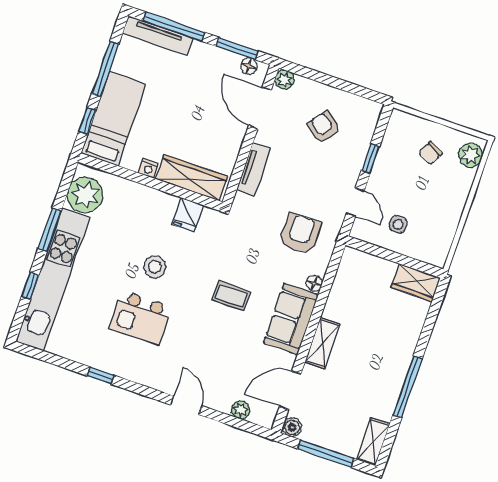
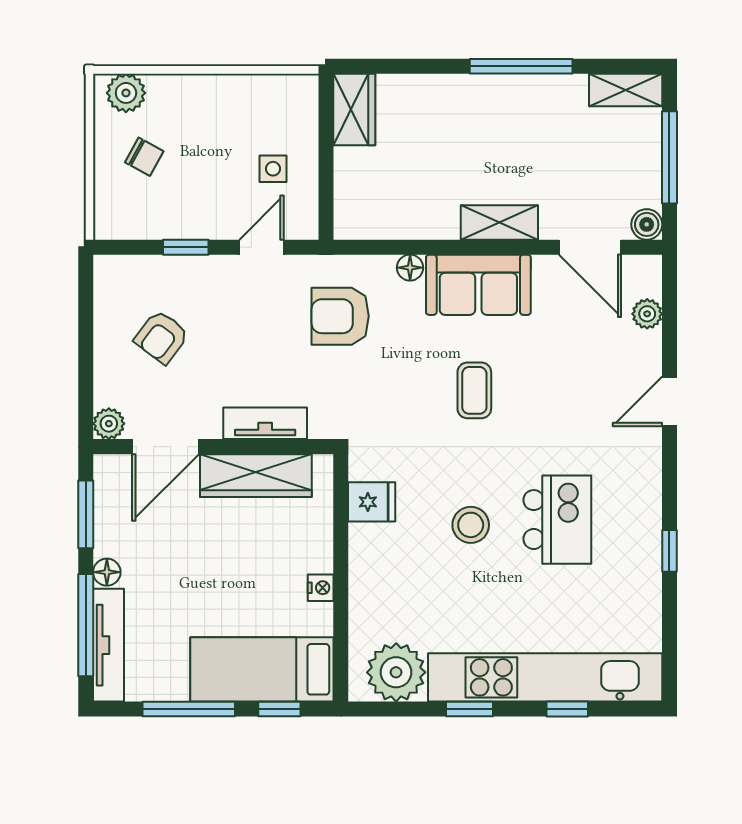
floor lamp: (249, 66) -> (107, 572), moved
wardrobe: (192, 178) -> (256, 476), moved, turned -90
window: (50, 230) -> (469, 709), width x0.67

